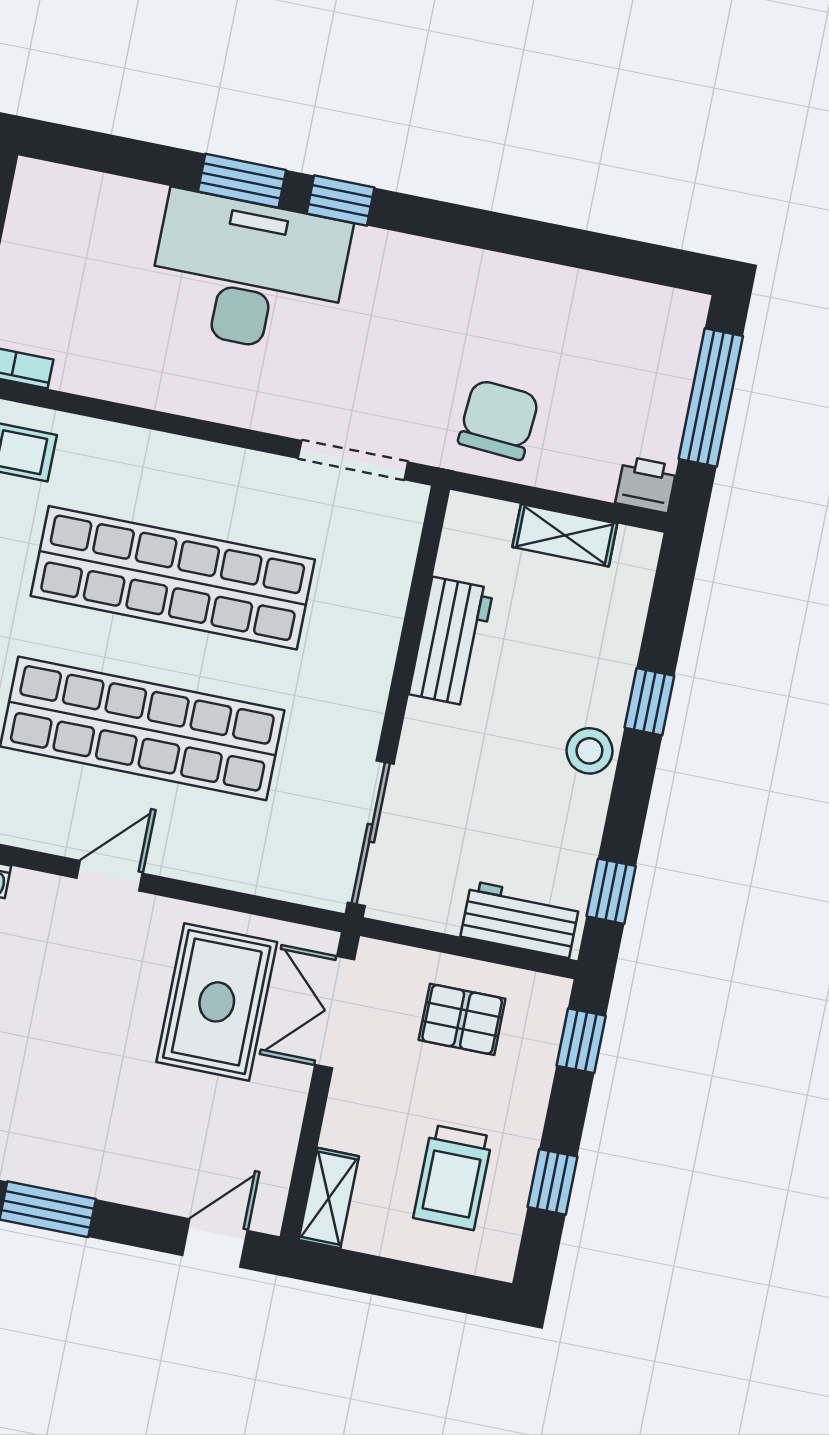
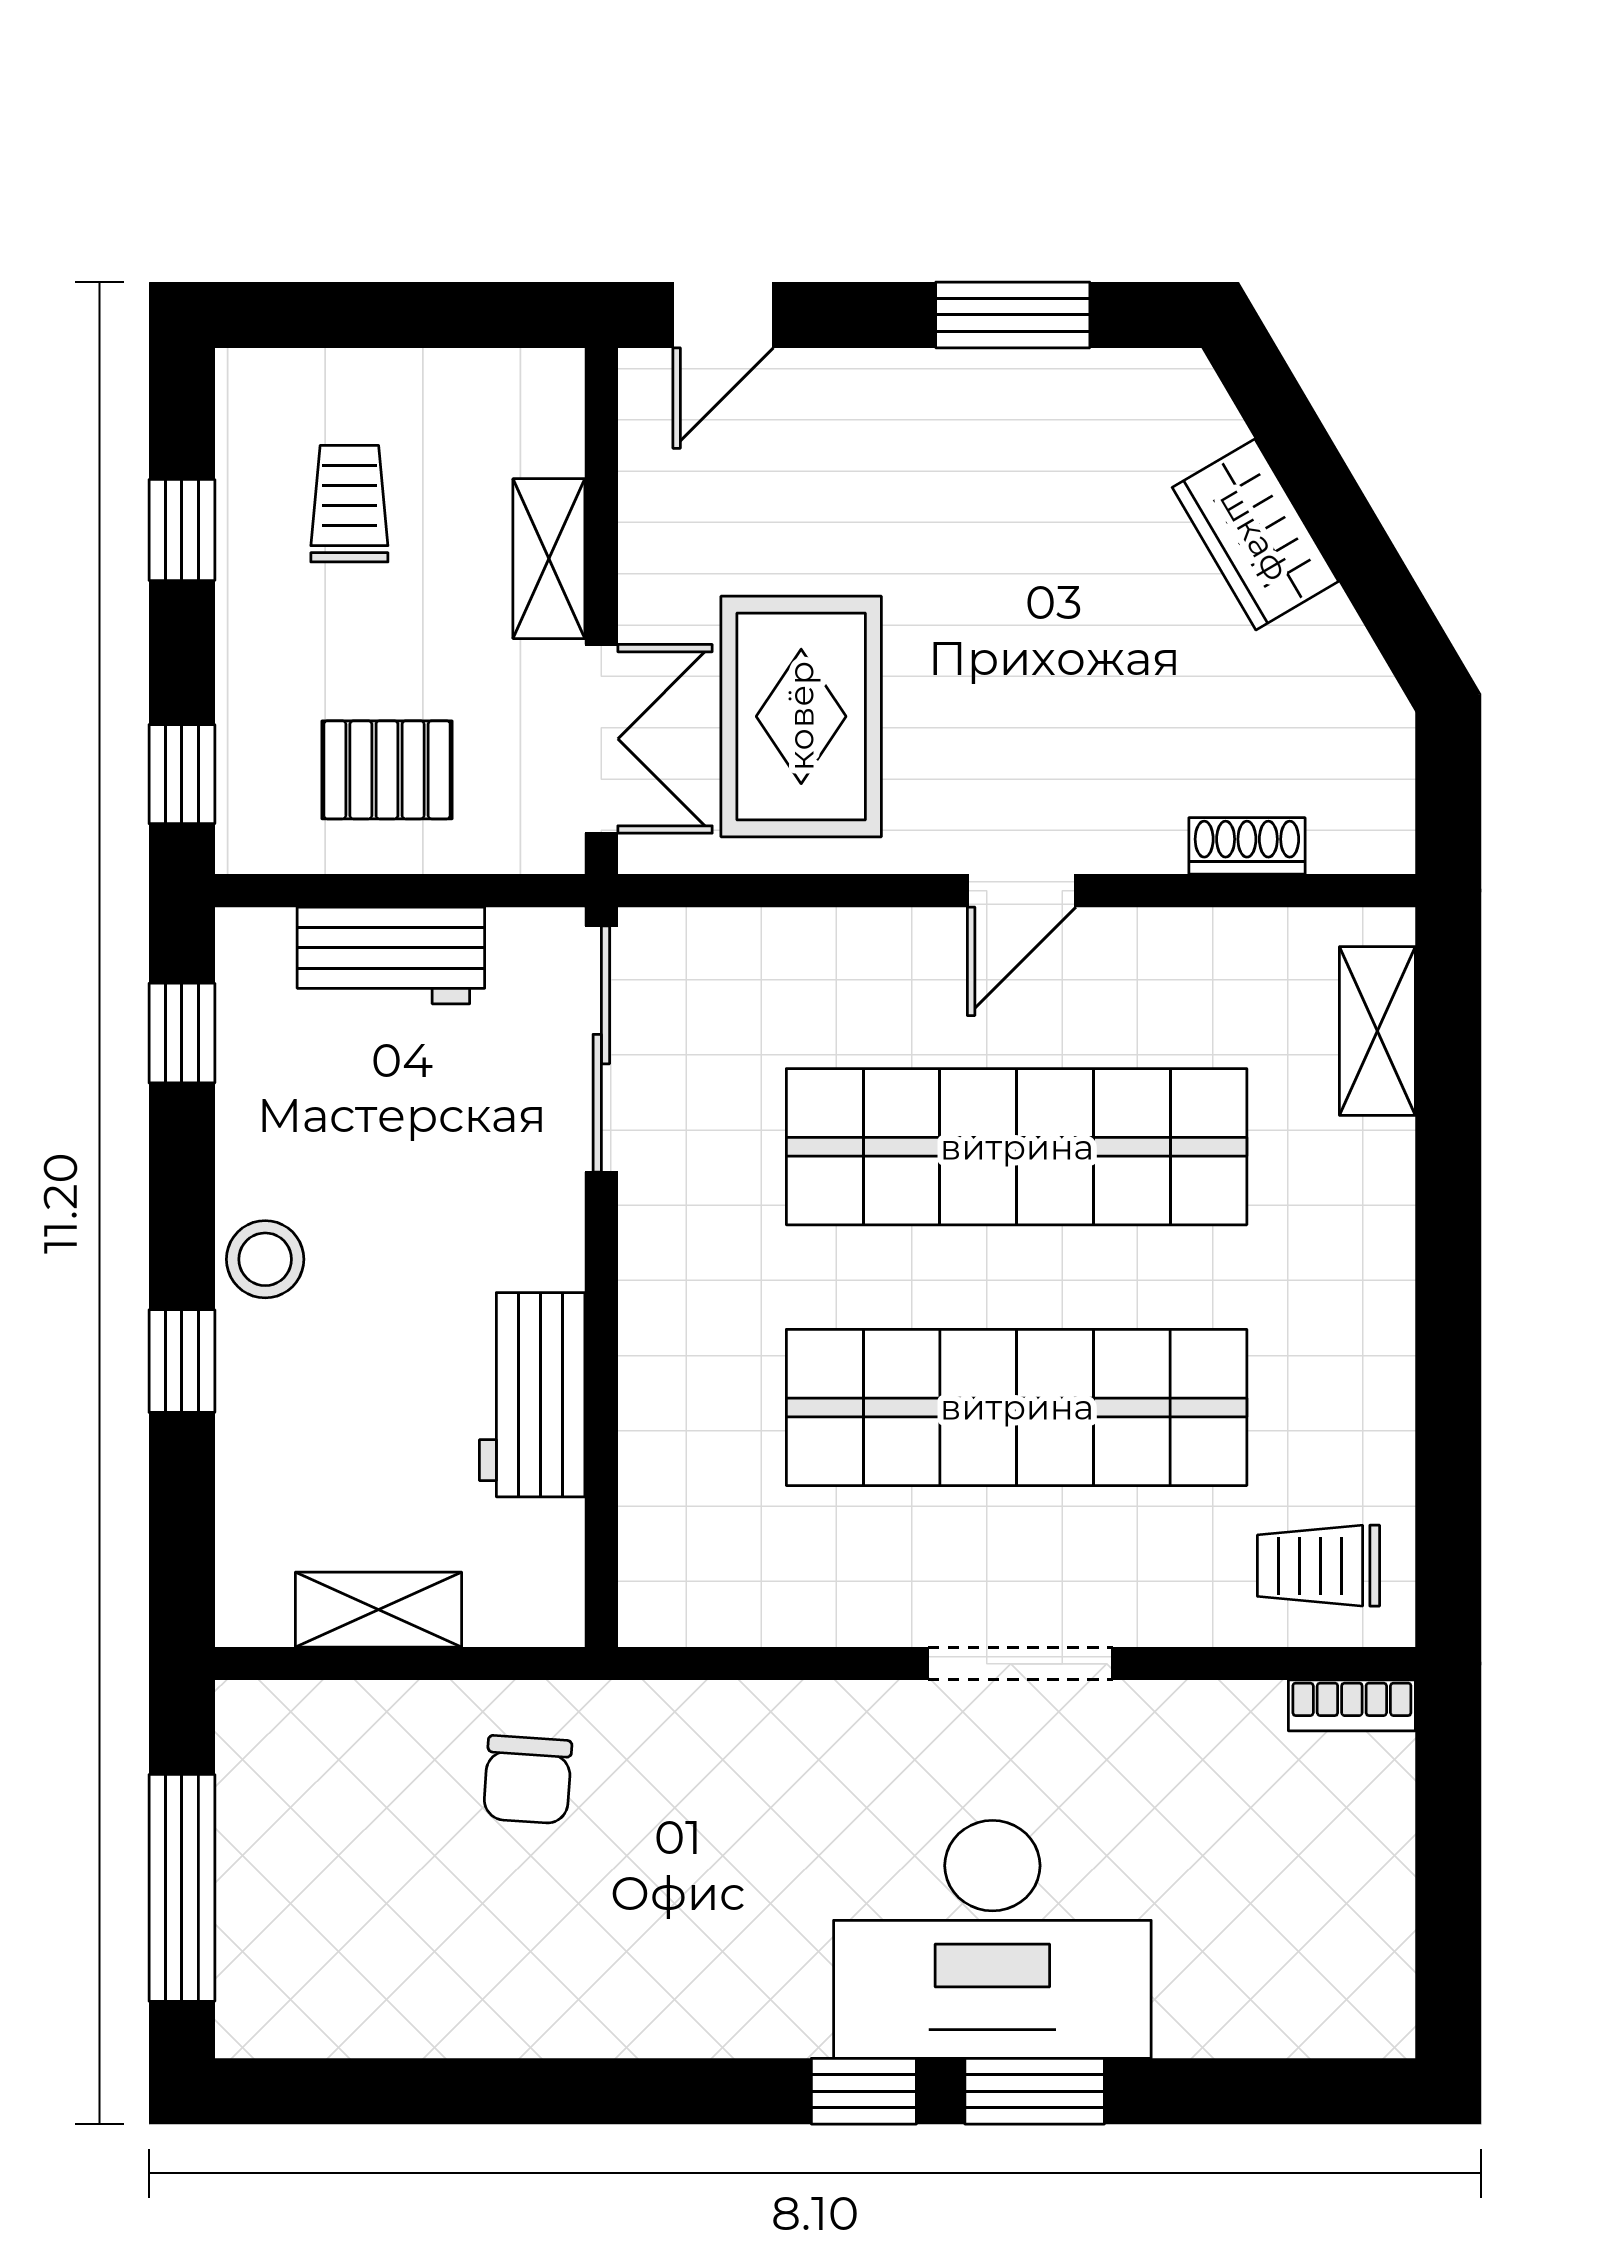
chair: (499, 420) -> (528, 1780), width x0.73, depth x0.73
doorway: (353, 460) -> (1020, 1664), moved
printer: (646, 485) -> (260, 1721), removed
workbench: (520, 920) -> (391, 955), moved
trolley: (453, 1177) -> (349, 504), width x0.73, depth x0.72
shelving: (329, 1198) -> (549, 559), moved

